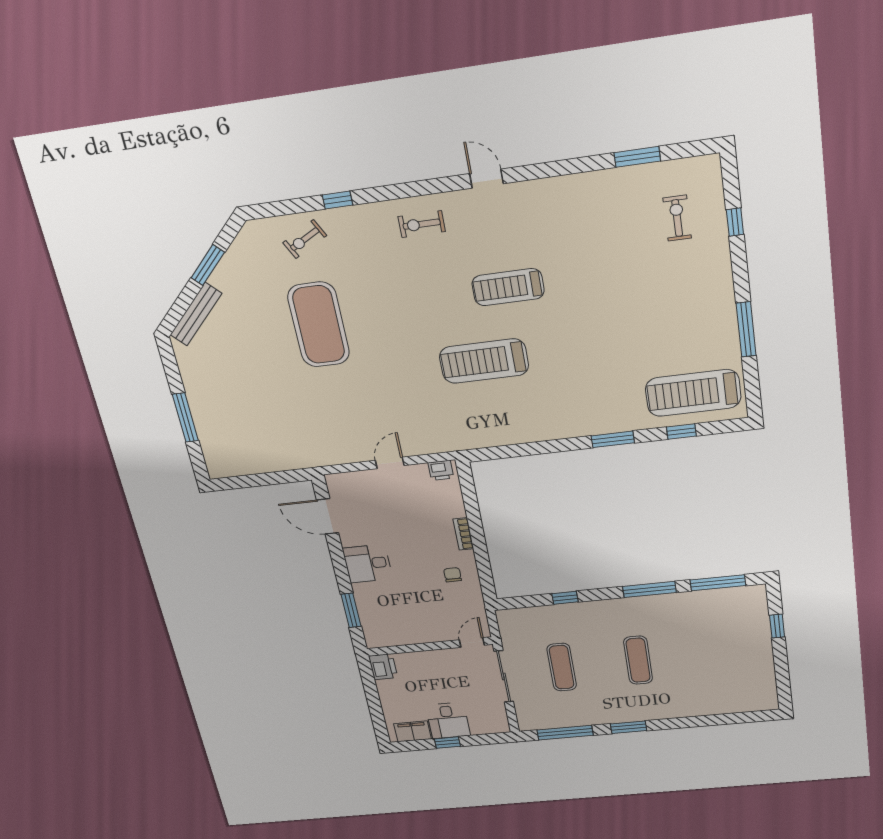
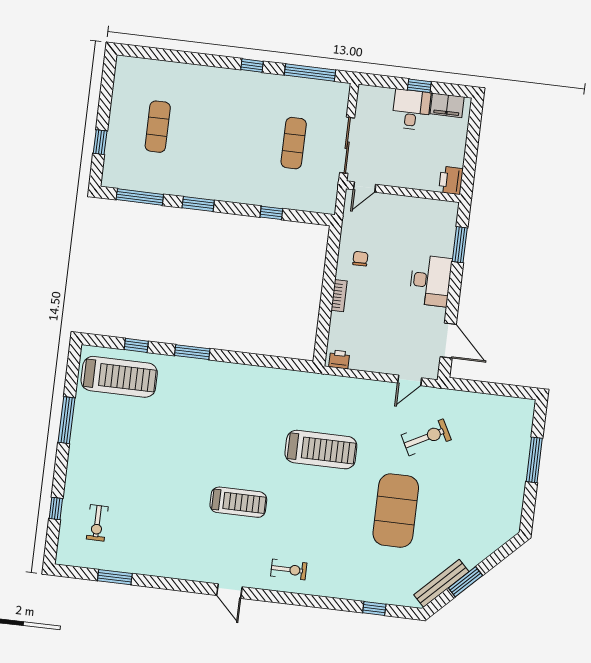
window: (337, 200) -> (374, 609), moved
exercise bike: (305, 239) -> (426, 437), moved, width x1.38, depth x1.39
bench: (196, 314) -> (441, 583), moved
treadmill: (484, 361) -> (321, 450), moved
door: (390, 463) -> (410, 380), moved
desk: (367, 564) -> (430, 281), width x1.37
chair: (453, 575) -> (360, 259), turned 180
window: (649, 589) -> (198, 204), width x0.69
exercise mat: (638, 660) -> (158, 127), moved
window: (629, 727) -> (252, 65), width x0.67

